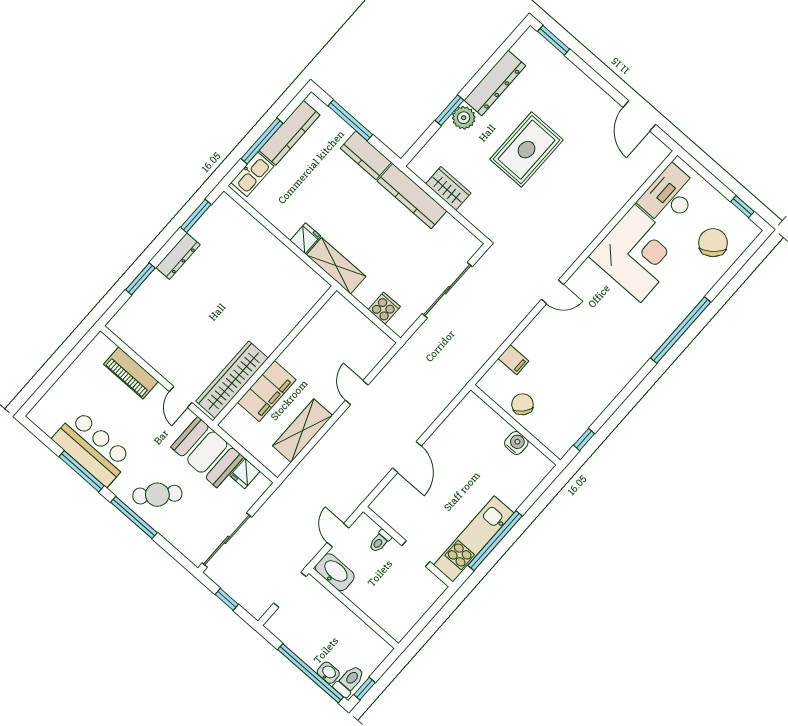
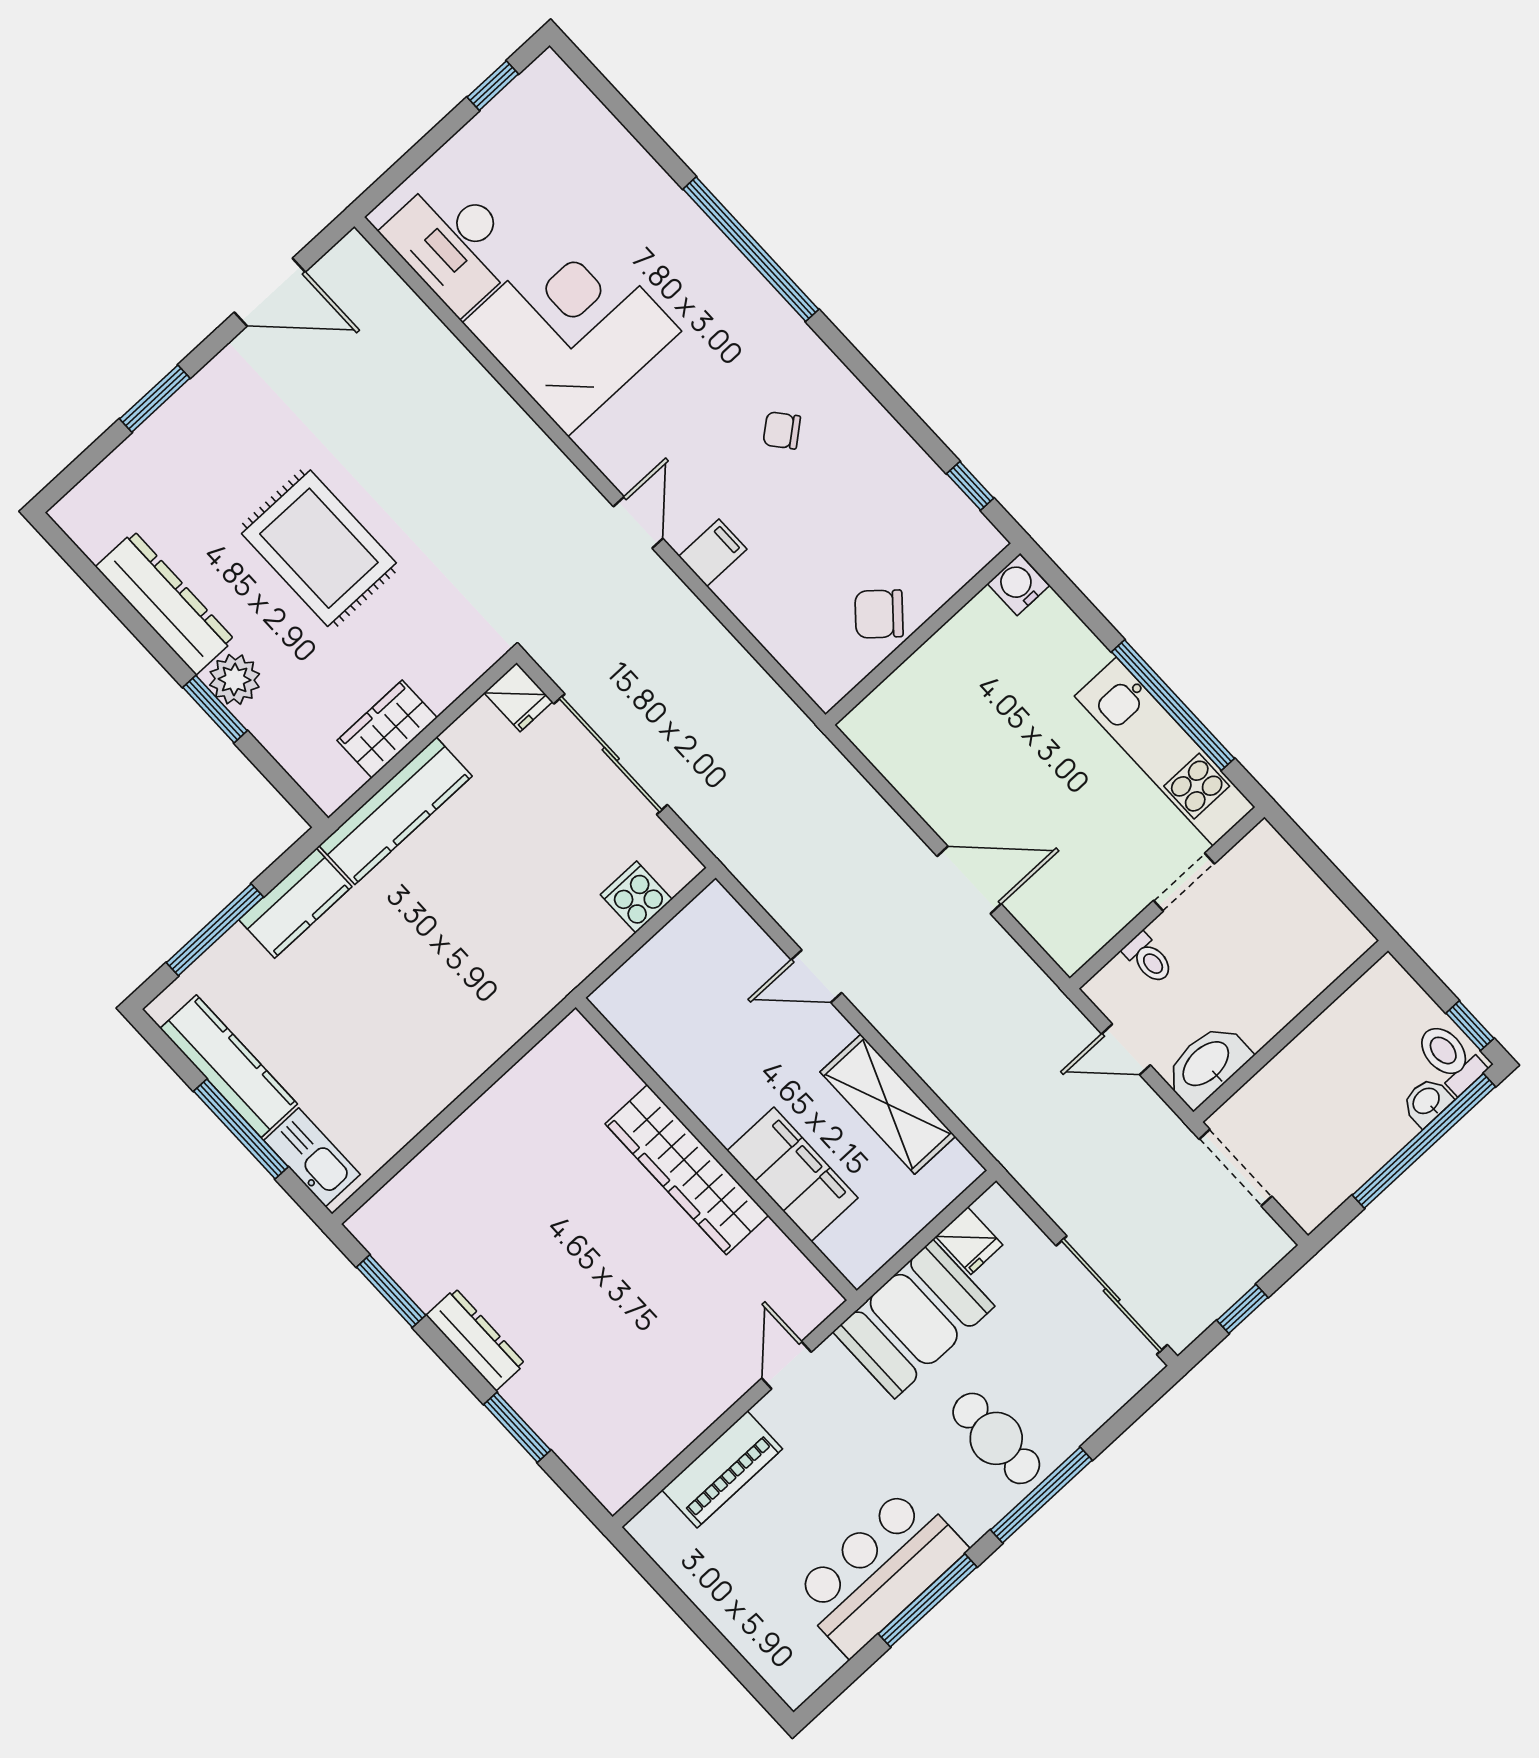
window: (554, 40) -> (155, 399), moved
fridge: (305, 238) -> (518, 697), moved, turned 180
chair: (713, 243) -> (782, 430), moved, width x0.54, depth x0.54
shelving: (336, 266) -> (532, 994), removed
filing cabinet: (513, 360) -> (713, 553), moved
wardrobe: (232, 380) -> (687, 1170), moved
door: (181, 397) -> (787, 1365), swing flipped
water cooler: (516, 443) -> (1018, 585), moved
cafe table: (157, 495) -> (996, 1438), turned -44

